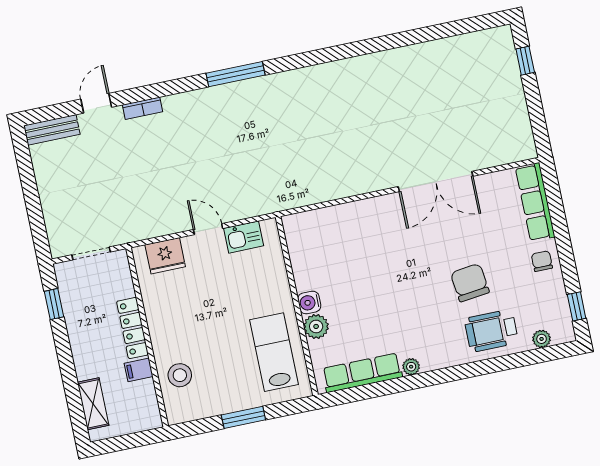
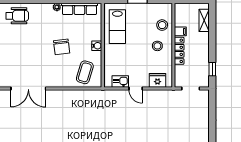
double door: (436, 181) -> (28, 88), swing flipped
coffee table: (323, 241) -> (85, 72), added
chair: (470, 283) -> (62, 47), moved
plant: (316, 326) -> (96, 34), removed
stool: (181, 329) -> (157, 46), added

